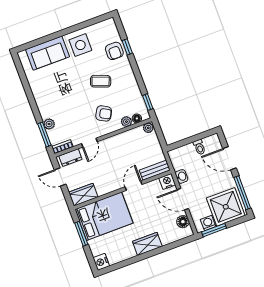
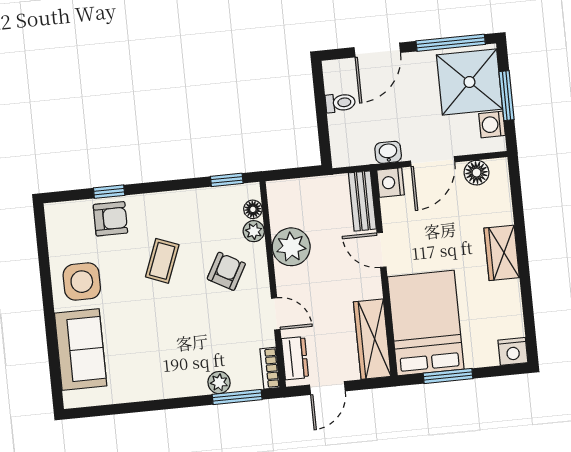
plant: (148, 128) -> (291, 247), moved, width x1.87, depth x1.87
wardrobe: (83, 195) -> (372, 339), width x1.50
window: (214, 230) -> (507, 96), moved

